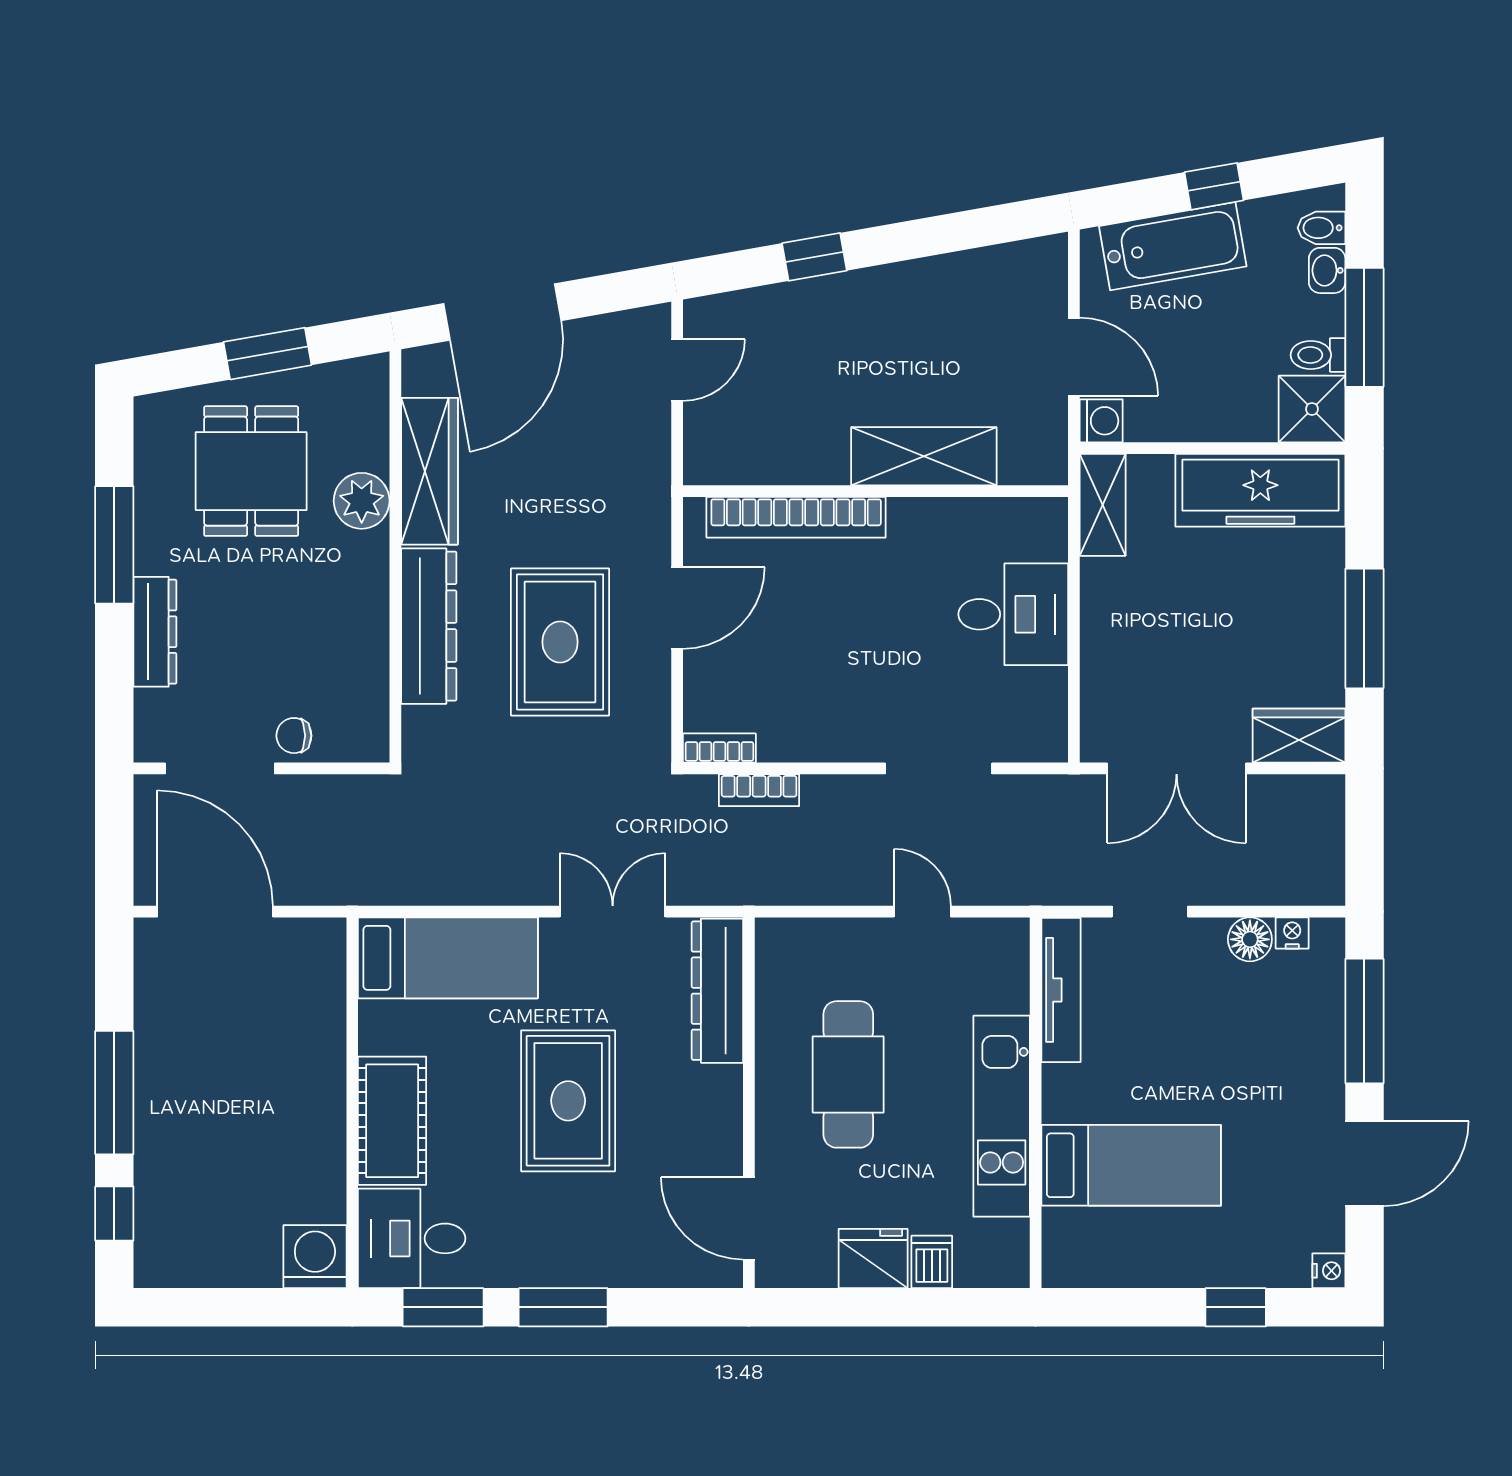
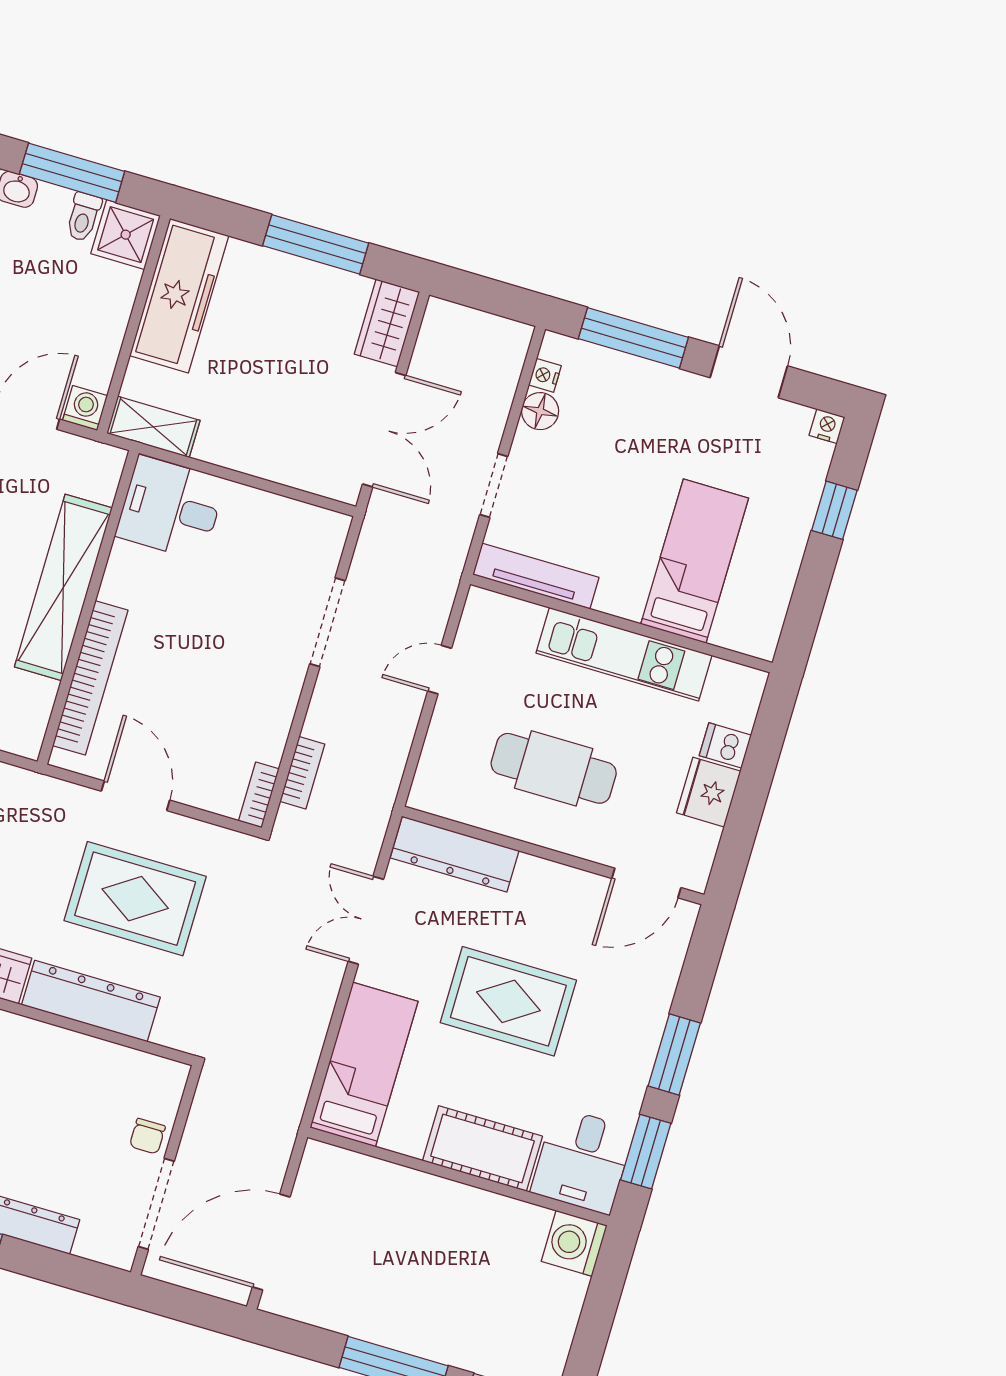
shelving: (924, 456) -> (63, 587), width x1.47
desk: (1013, 614) -> (171, 508), moved, turned -90

